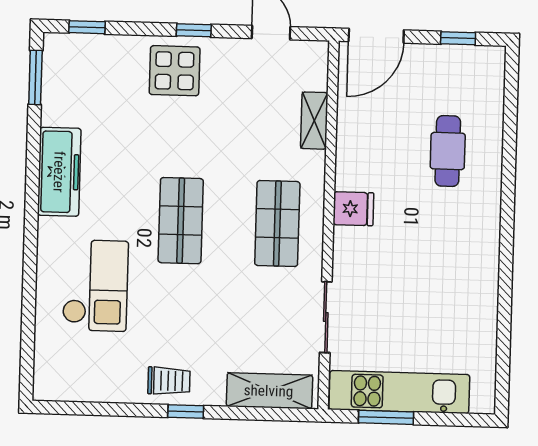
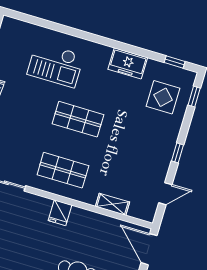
display table: (175, 71) -> (163, 97), moved
window: (35, 77) -> (175, 62), width x0.67
freezer: (59, 172) -> (128, 63), width x0.71

